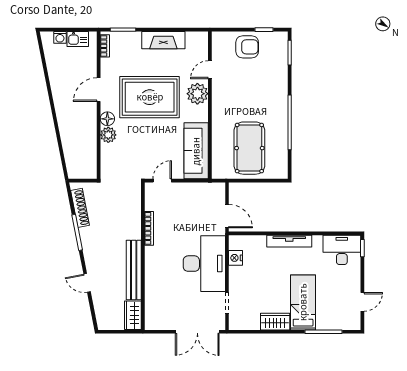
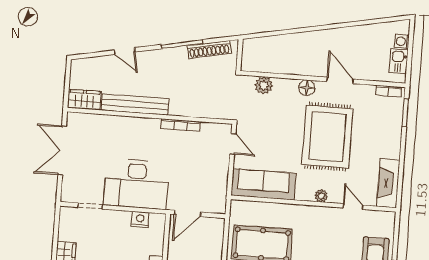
fireplace: (163, 40) -> (388, 183), moved
plant: (197, 94) -> (321, 196), width x0.53, depth x0.53
plant: (108, 135) -> (264, 85), moved
door: (87, 283) -> (125, 51), swing flipped
double door: (197, 332) -> (62, 150), moved

